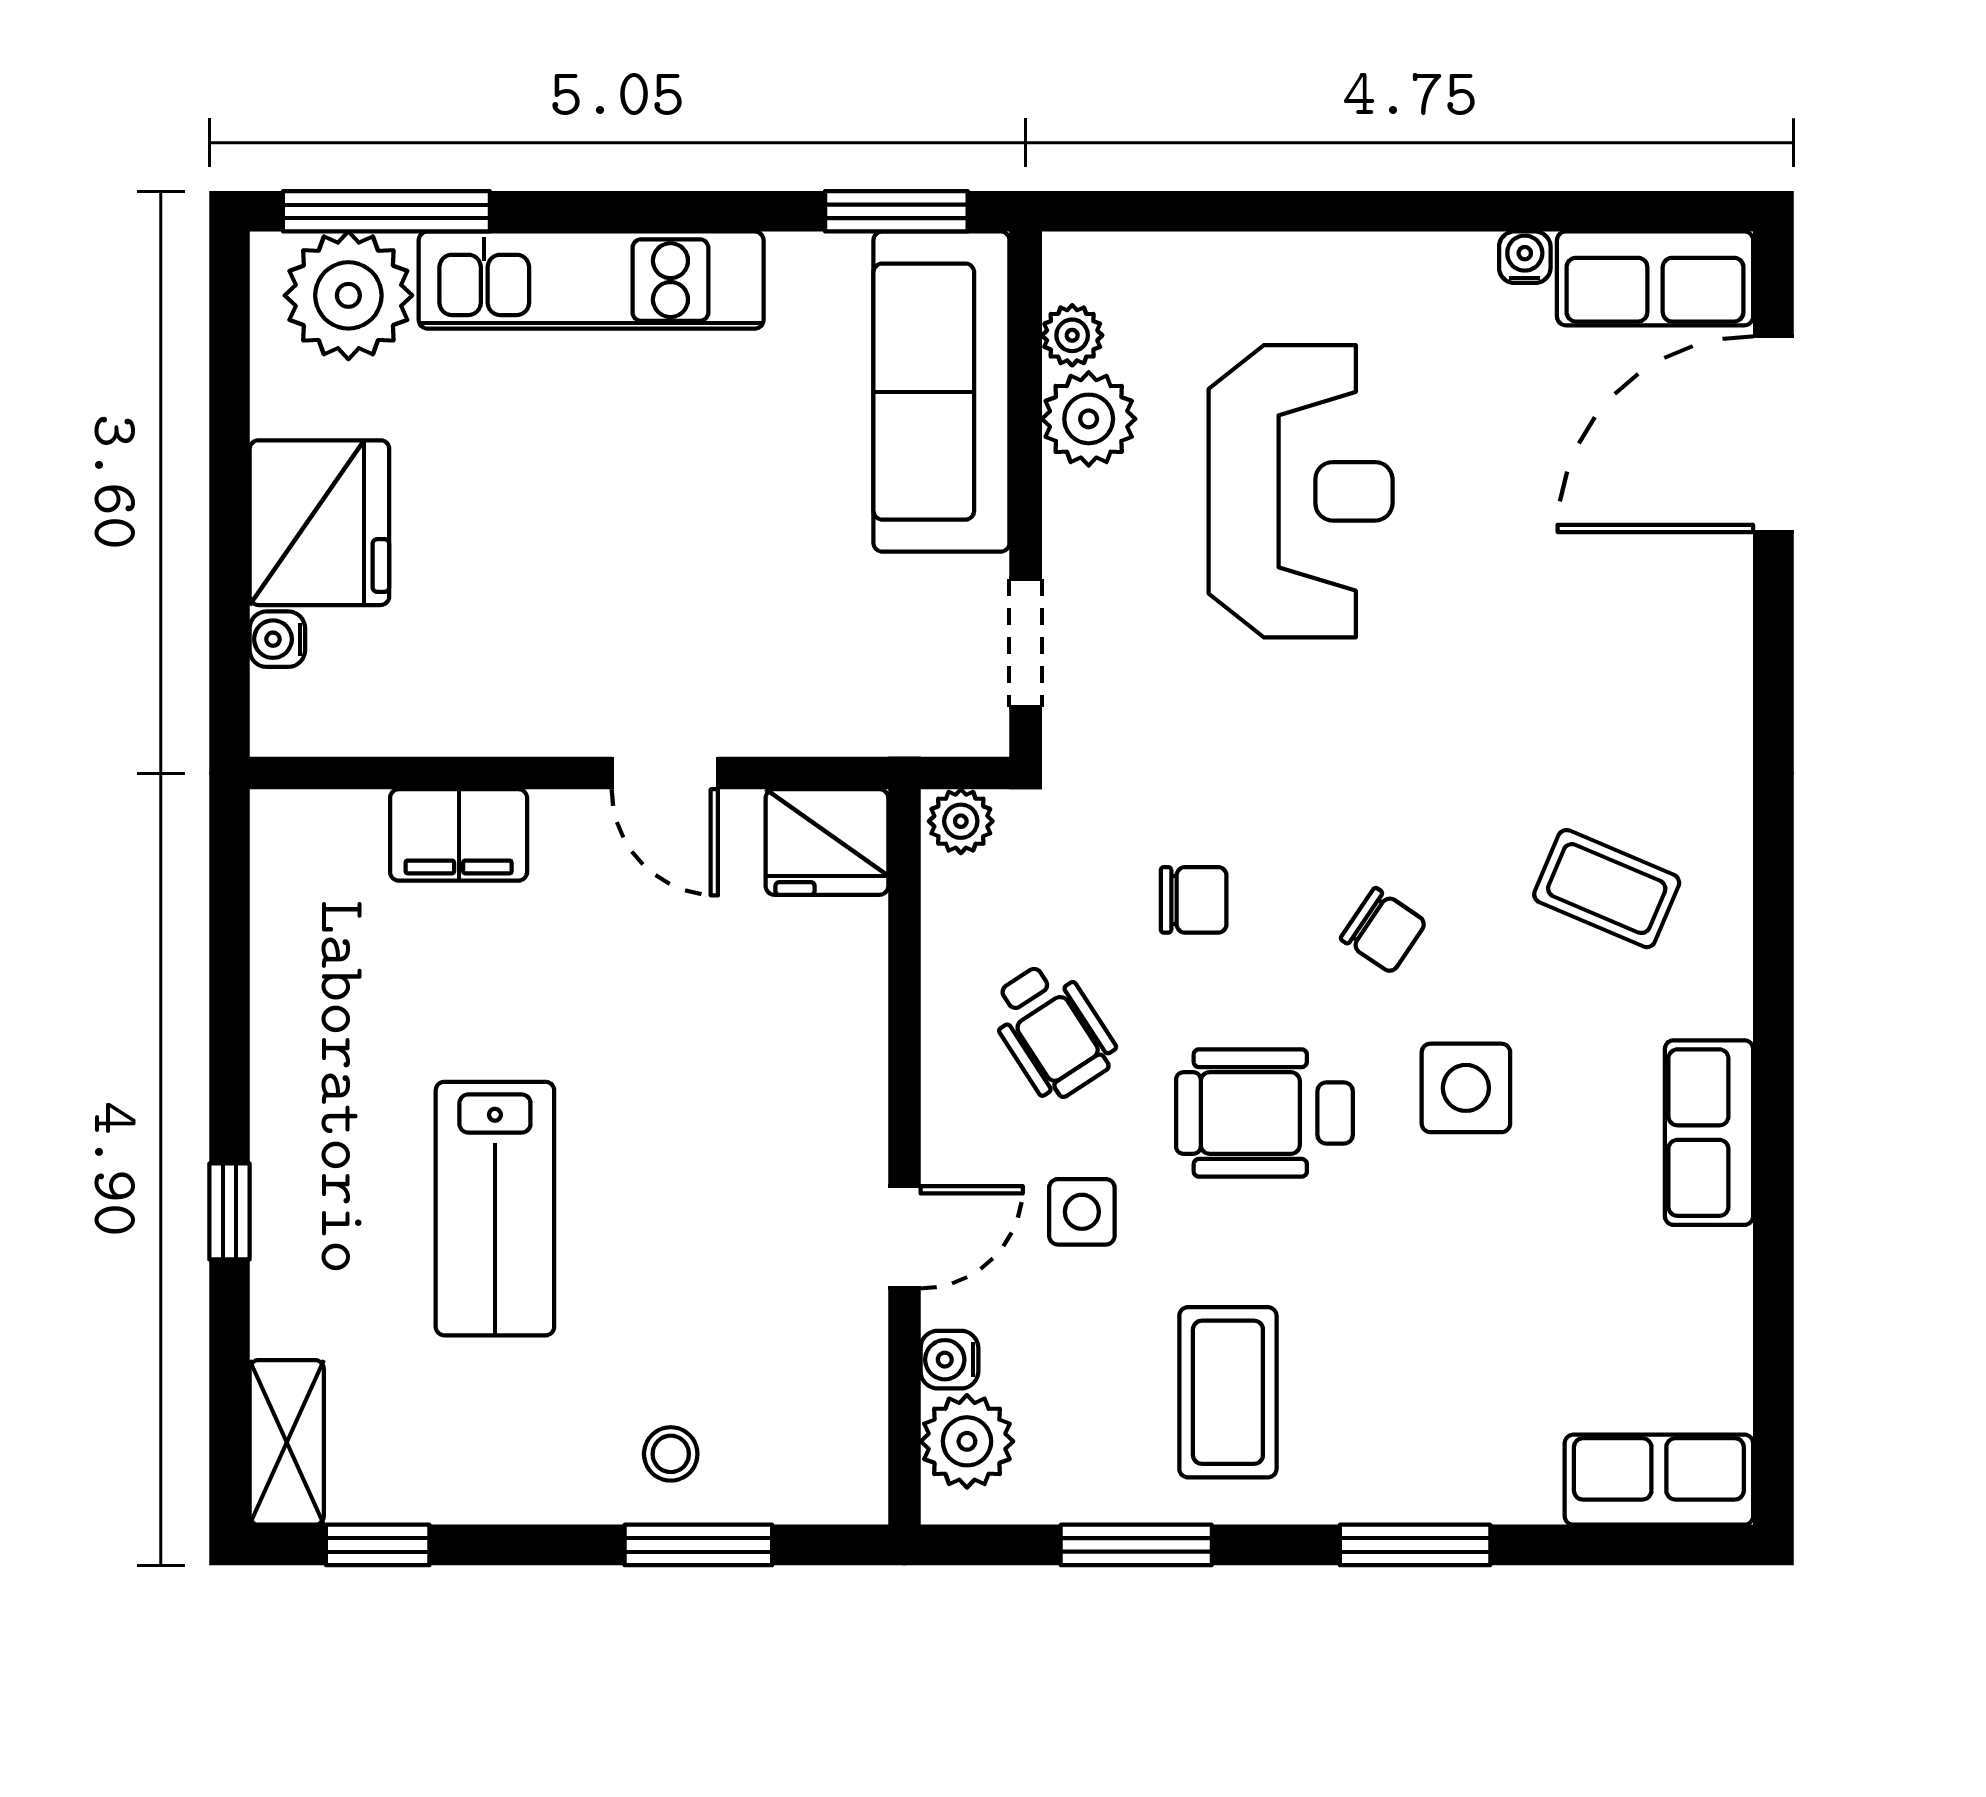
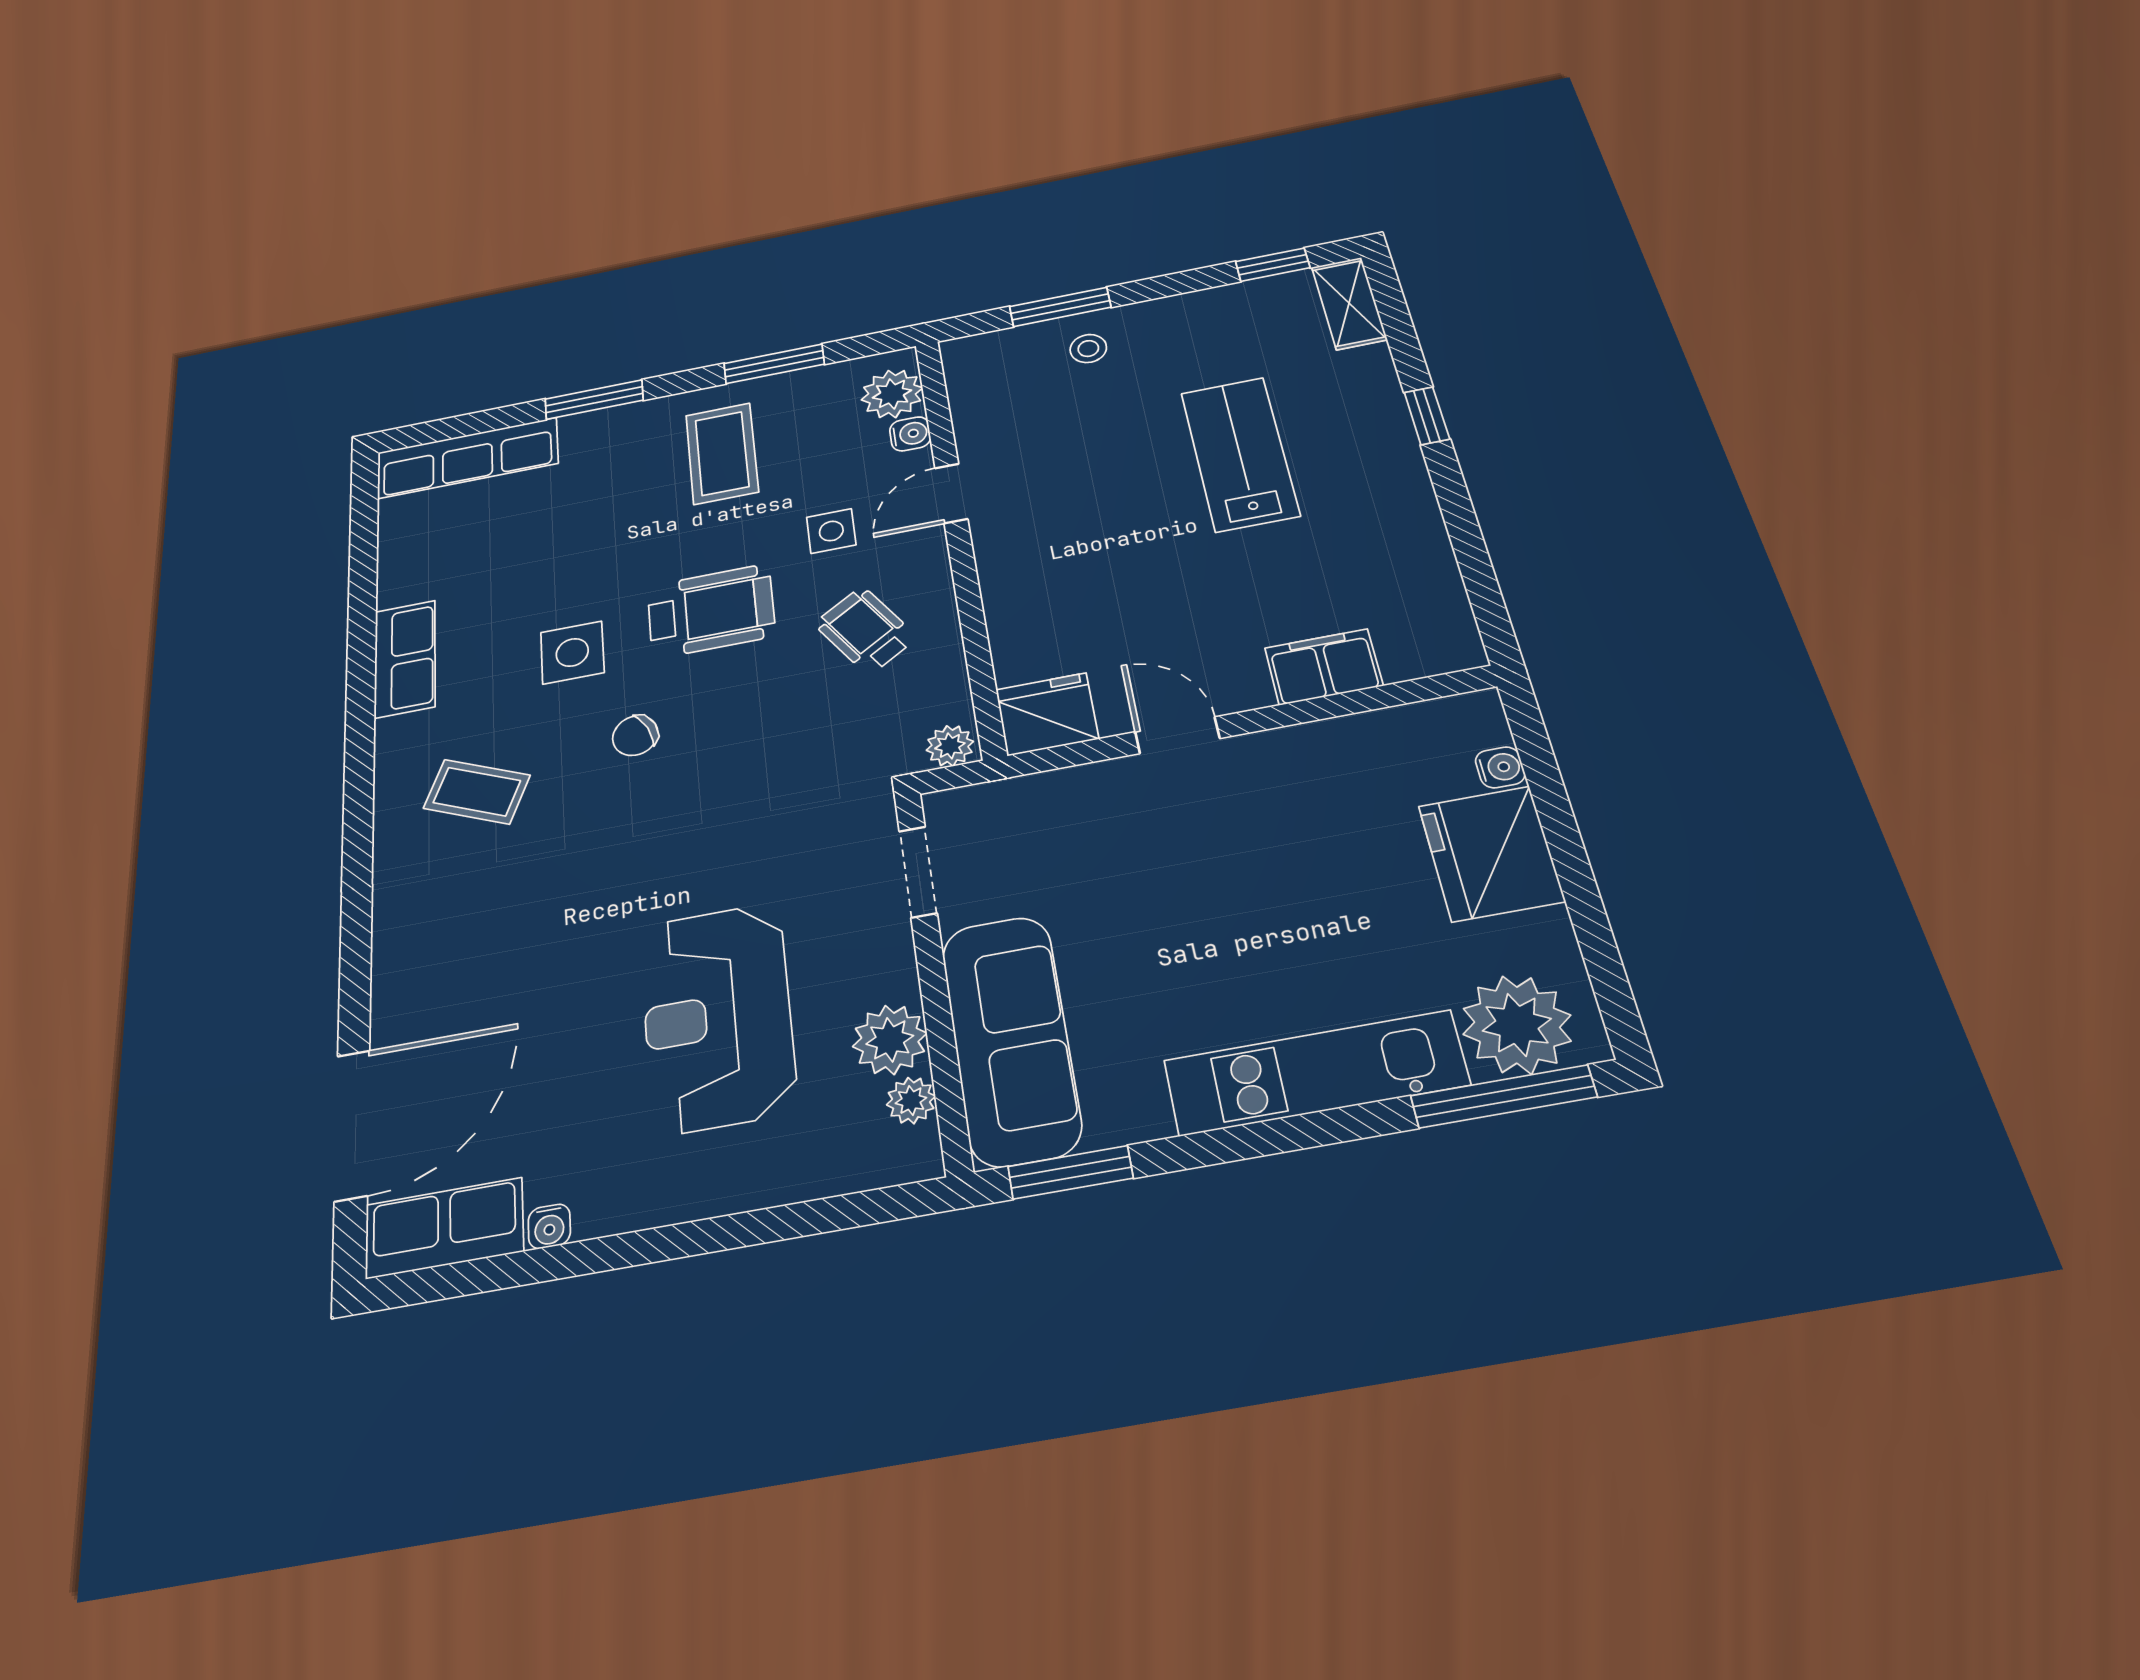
chair: (1194, 900) -> (773, 729), removed
chair: (1383, 930) -> (635, 736), turned -59
row of seats: (1659, 1480) -> (467, 458), width x1.48

